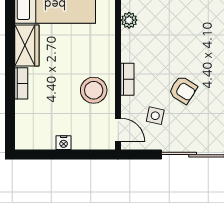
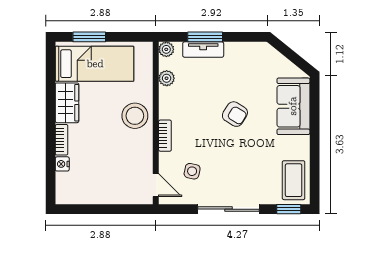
stool: (94, 90) -> (135, 116), moved
armchair: (183, 90) -> (235, 114), moved
nightstand: (64, 143) -> (62, 164), moved, turned 90

